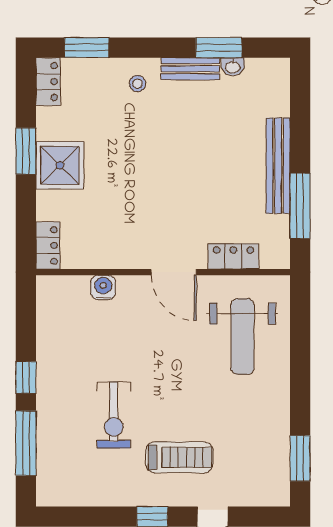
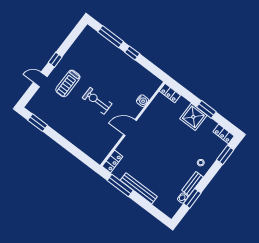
locker: (233, 256) -> (112, 161), moved
weight bench: (243, 336) -> (92, 134), removed
exercise bike: (114, 415) -> (97, 101), moved

